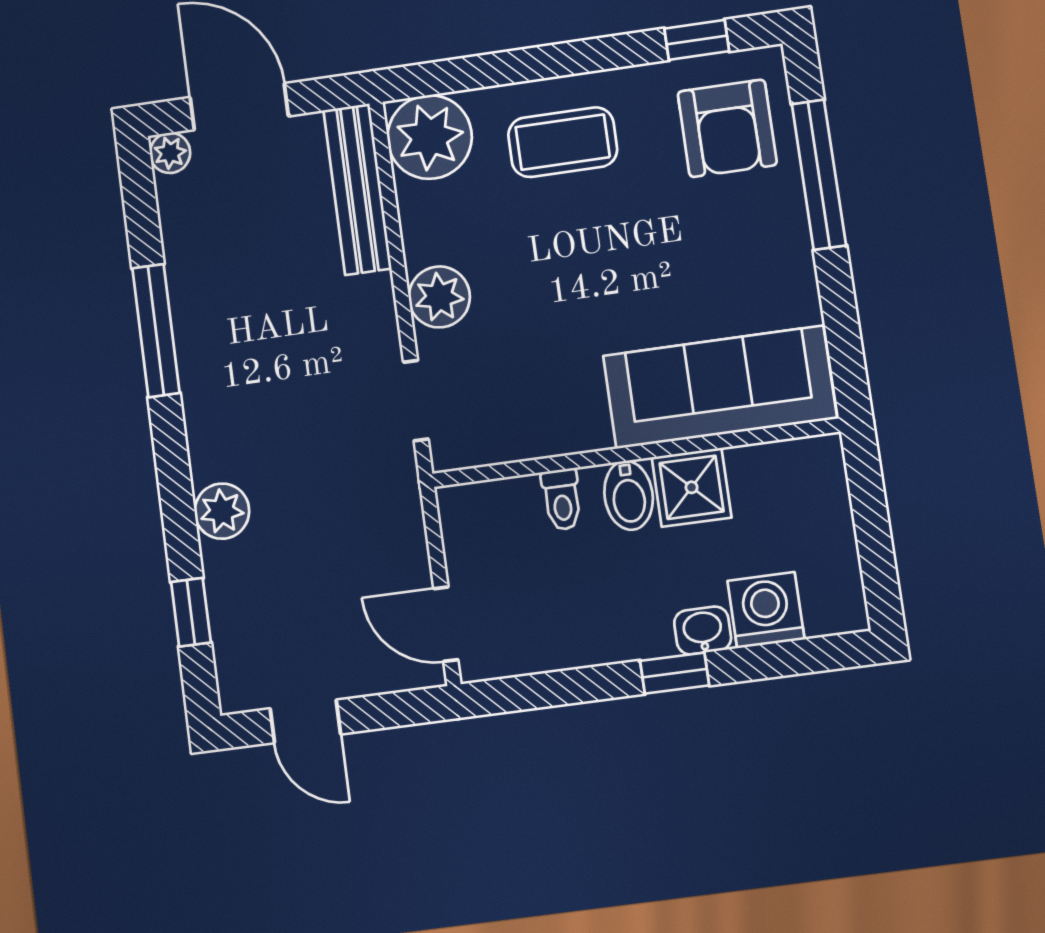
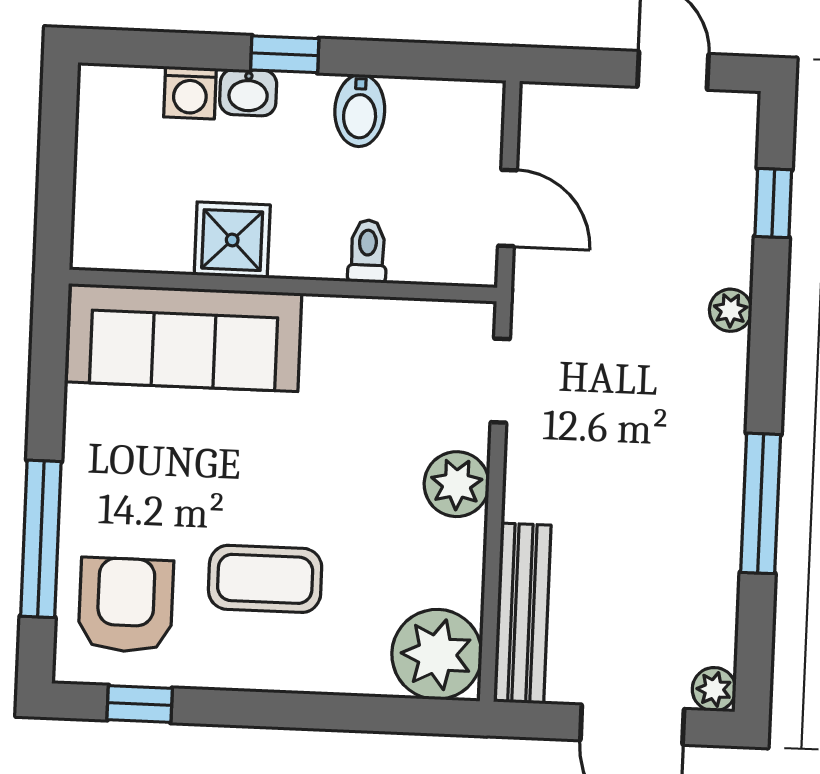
coffee table: (563, 142) -> (265, 579), moved
bidet: (629, 495) -> (360, 110), moved, turned 180
plant: (222, 511) -> (731, 310), width x0.73, depth x0.73
washing machine: (766, 610) -> (190, 93), width x0.73, depth x0.73
door: (446, 624) -> (507, 208), moved

